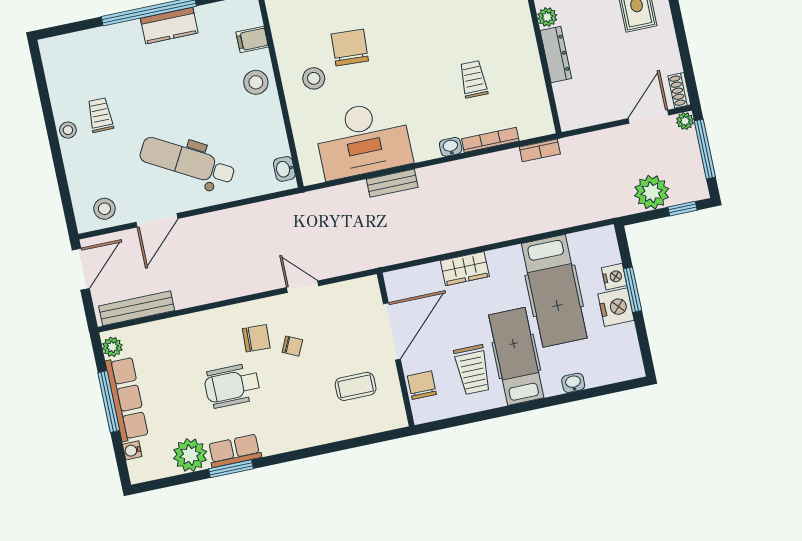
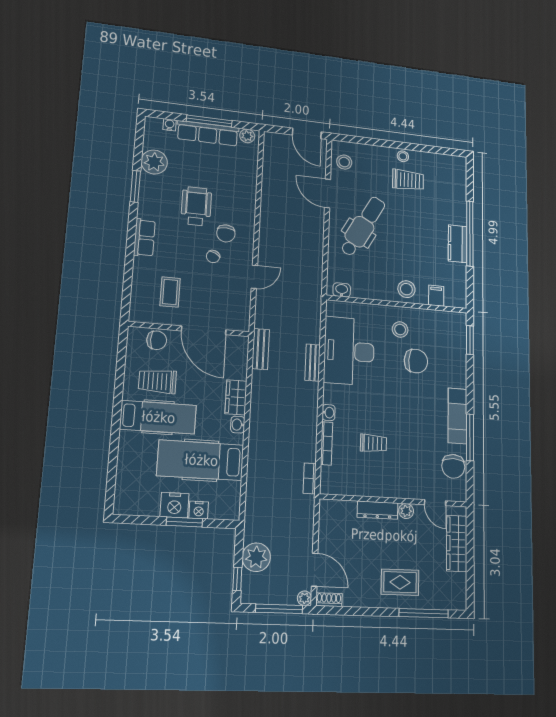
trolley: (100, 115) -> (408, 180), width x1.36, depth x1.39
bench: (137, 308) -> (261, 349), moved, width x0.73
washbasin: (573, 383) -> (238, 425), moved, turned 180
row of seats: (235, 451) -> (144, 238), moved

